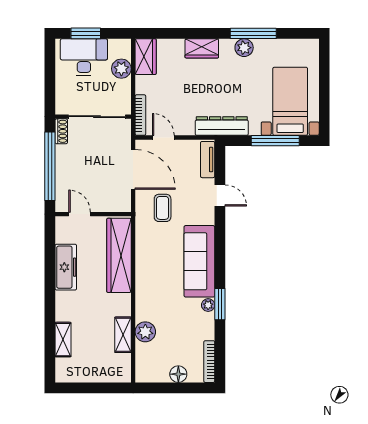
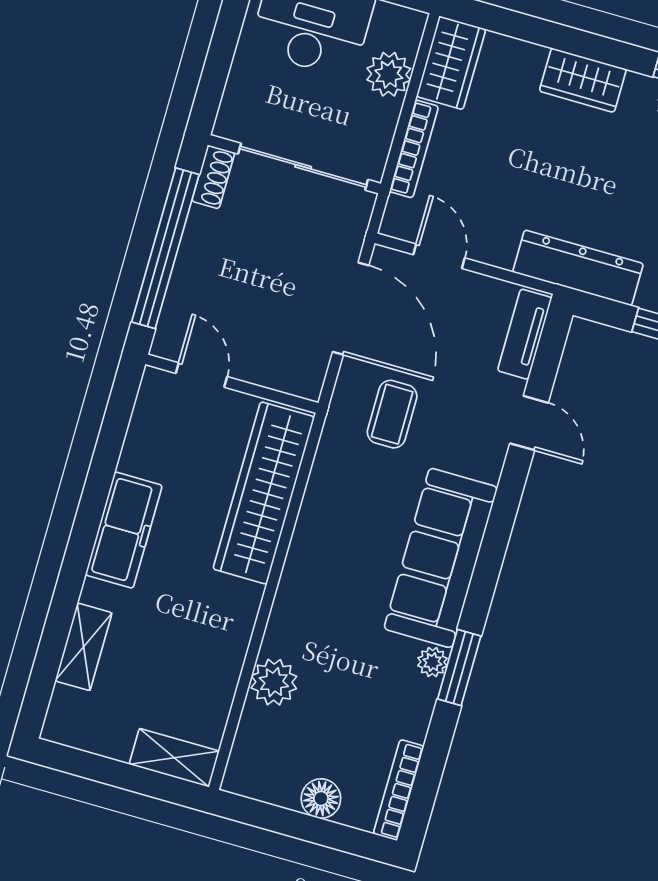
bookcase: (140, 115) -> (414, 149), moved
freezer: (66, 267) -> (124, 530), moved
shelving: (123, 335) -> (174, 758), moved, turned 90

